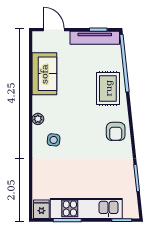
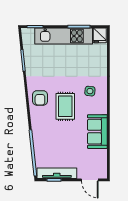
sofa: (44, 74) -> (97, 132), moved
rug: (108, 88) -> (65, 106), moved
plant: (38, 119) -> (103, 108), removed
armchair: (116, 131) -> (40, 98), turned 180

